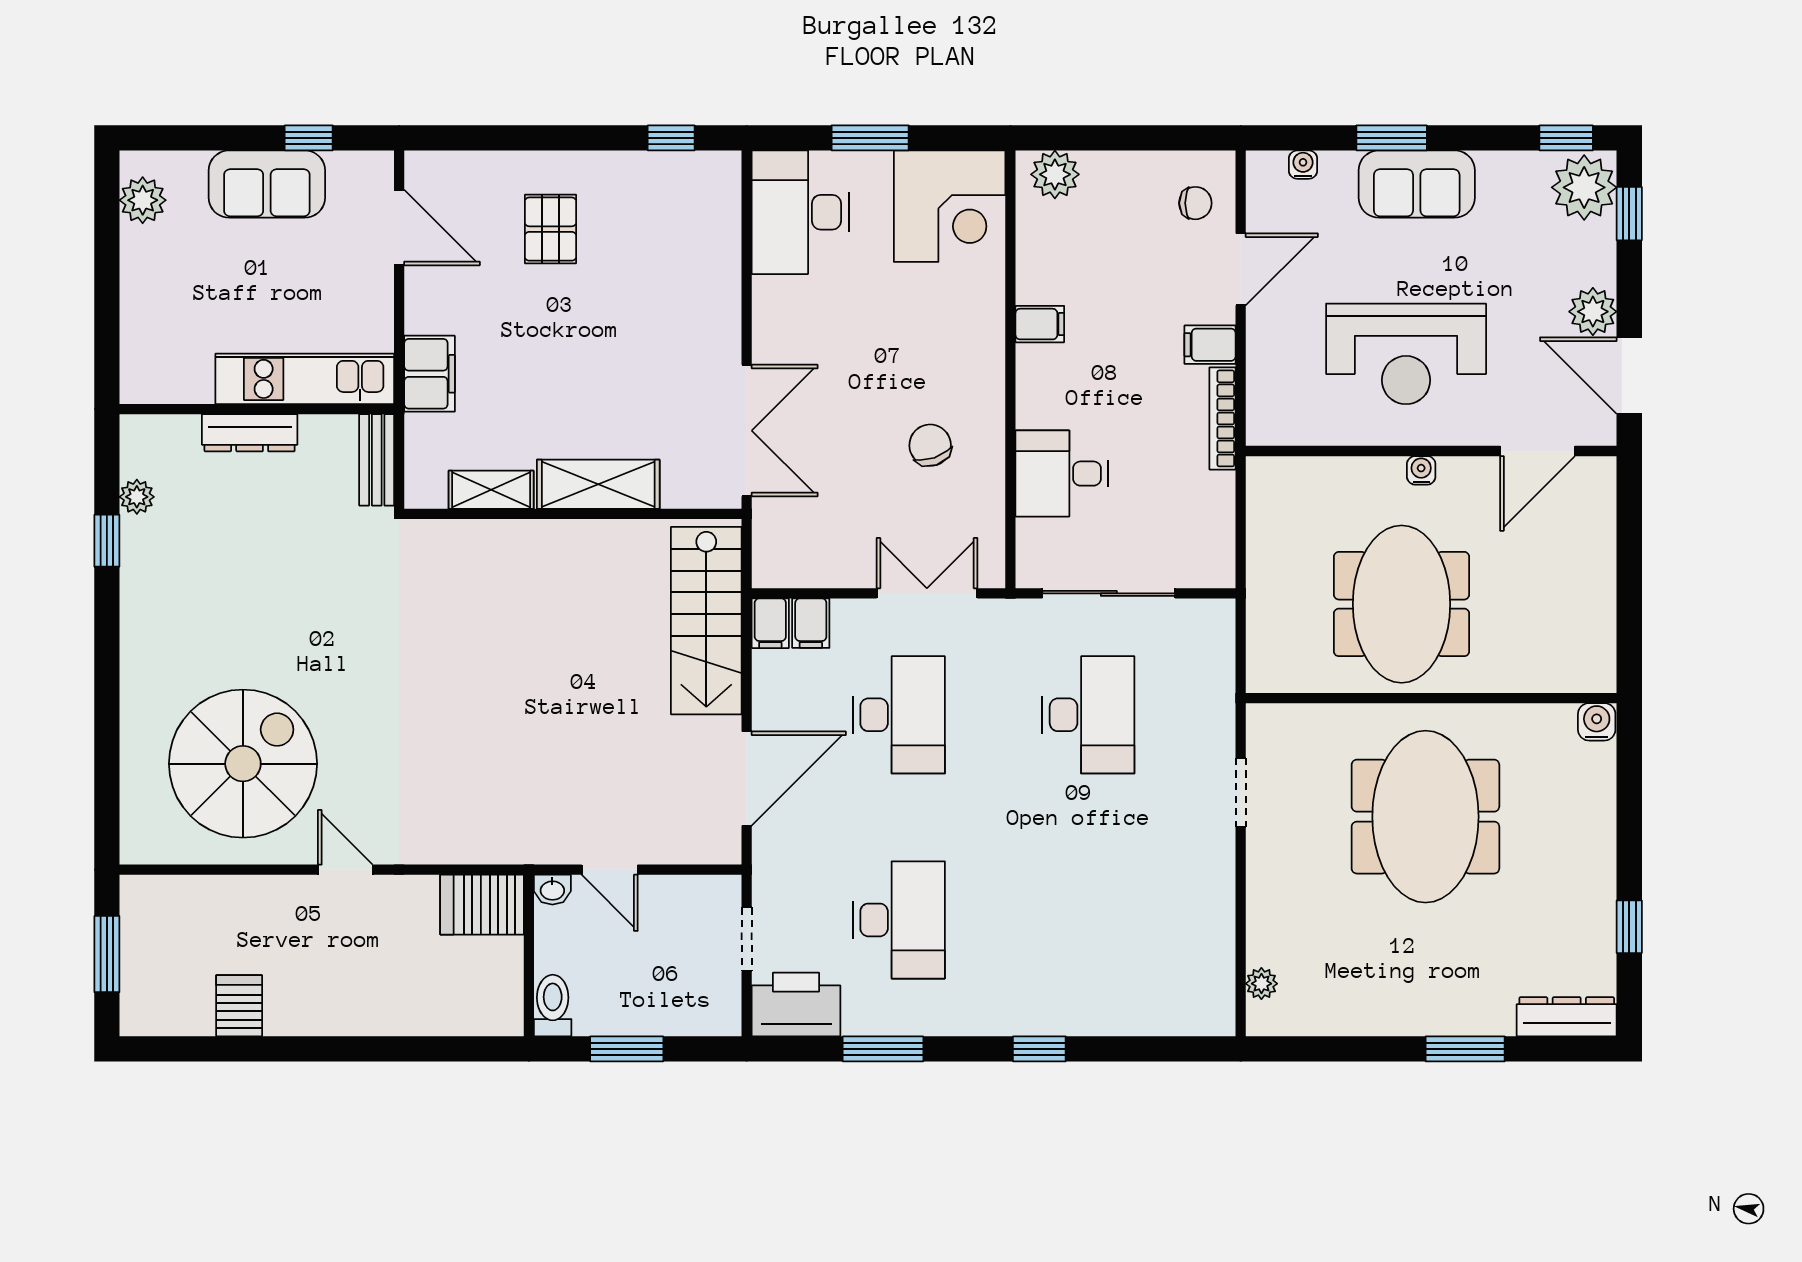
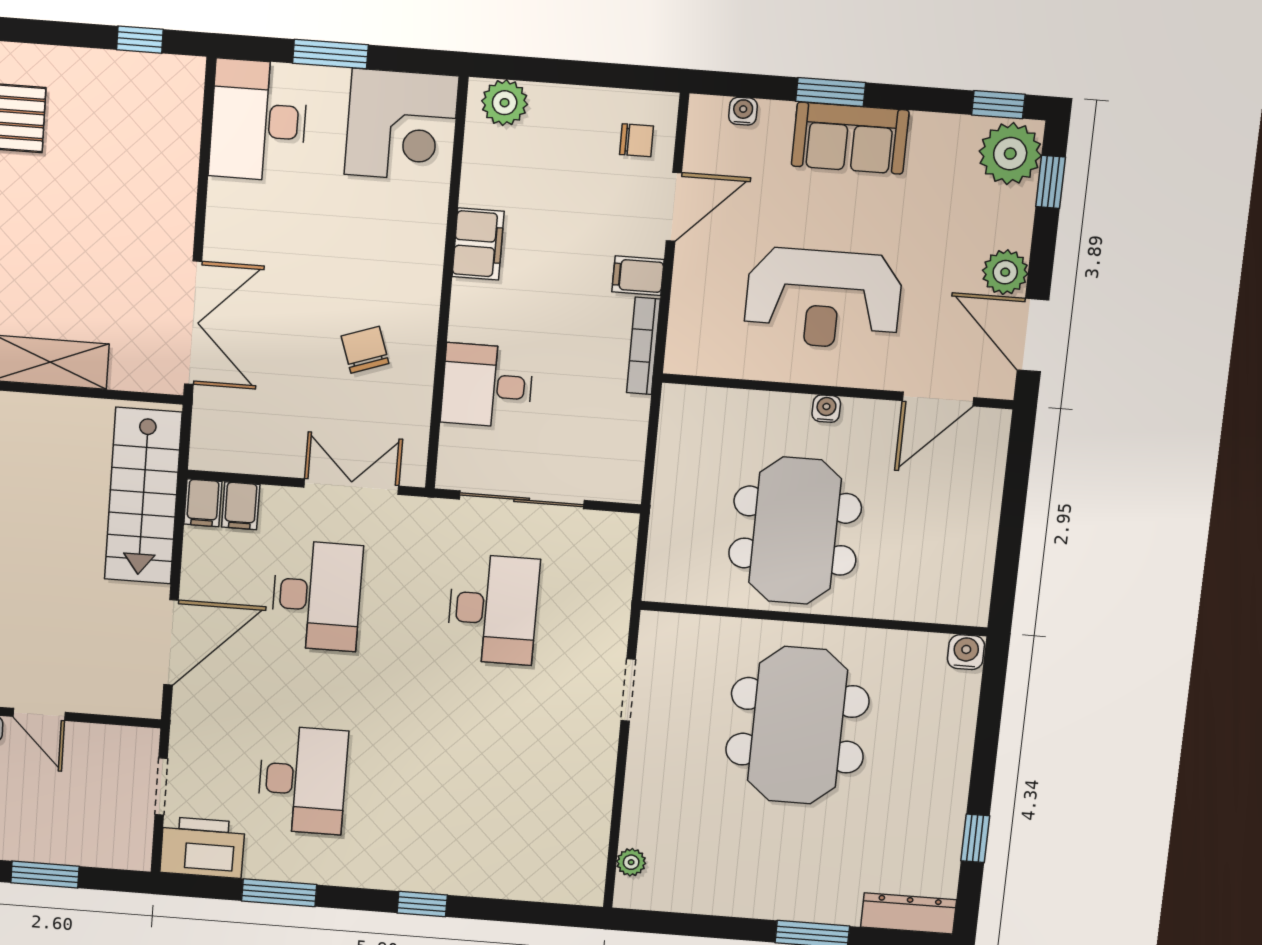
filing cabinet: (1040, 324) -> (478, 244), width x2.00

